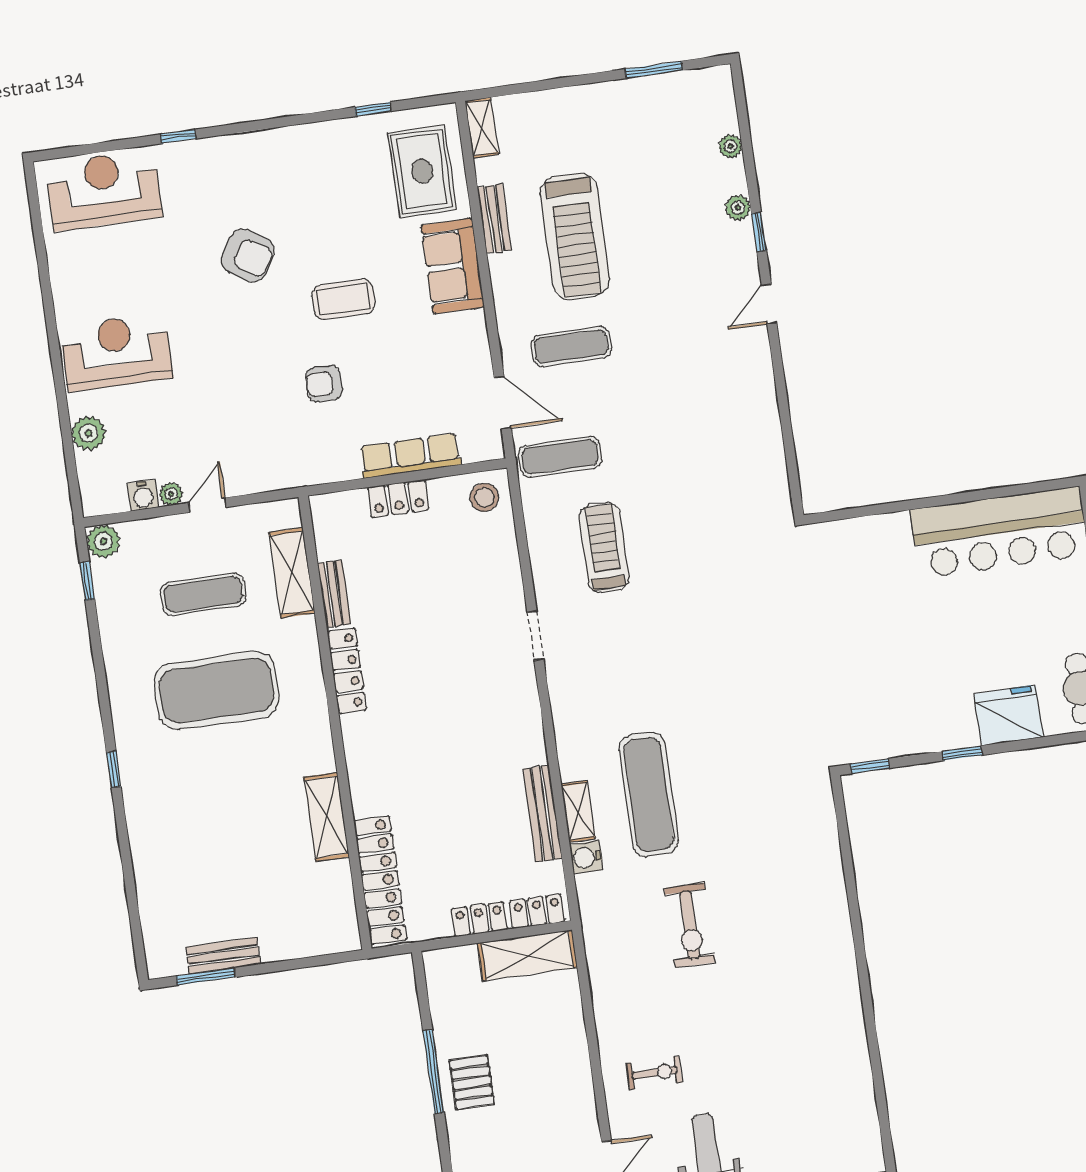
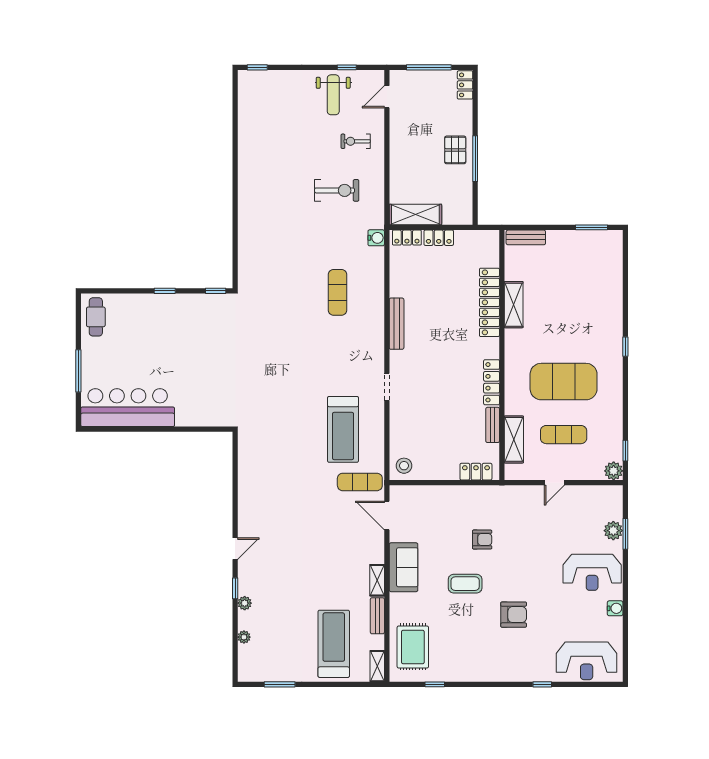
treadmill: (575, 236) -> (334, 644), moved
armchair: (248, 256) -> (514, 615), turned 147
sofa: (453, 266) -> (404, 567), moved
exercise mat: (571, 347) -> (345, 541), removed
window: (66, 430) -> (625, 534), added
row of seats: (410, 456) -> (441, 494), removed
plant: (171, 494) -> (573, 491), removed
water cooler: (143, 495) -> (615, 608), moved, turned 90
locker: (398, 498) -> (476, 472), moved
treadmill: (604, 548) -> (343, 429), width x1.37, depth x1.38
fridge: (1008, 715) -> (137, 308), removed
exercise mat: (649, 794) -> (337, 292), width x0.73, depth x0.69
shelving: (578, 811) -> (377, 580), moved
bench: (542, 814) -> (397, 324), moved
water cooler: (586, 857) -> (376, 238), moved
locker: (380, 880) -> (489, 302), moved
exercise bike: (690, 925) -> (337, 190), moved, turned 90
bench: (223, 956) -> (526, 237), moved

